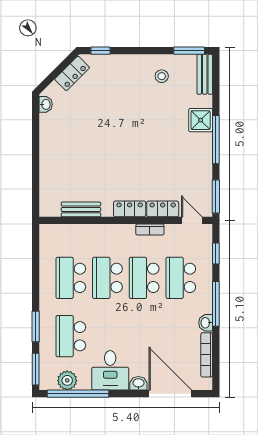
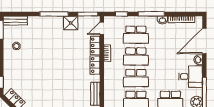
shower: (201, 120) -> (71, 23), moved

